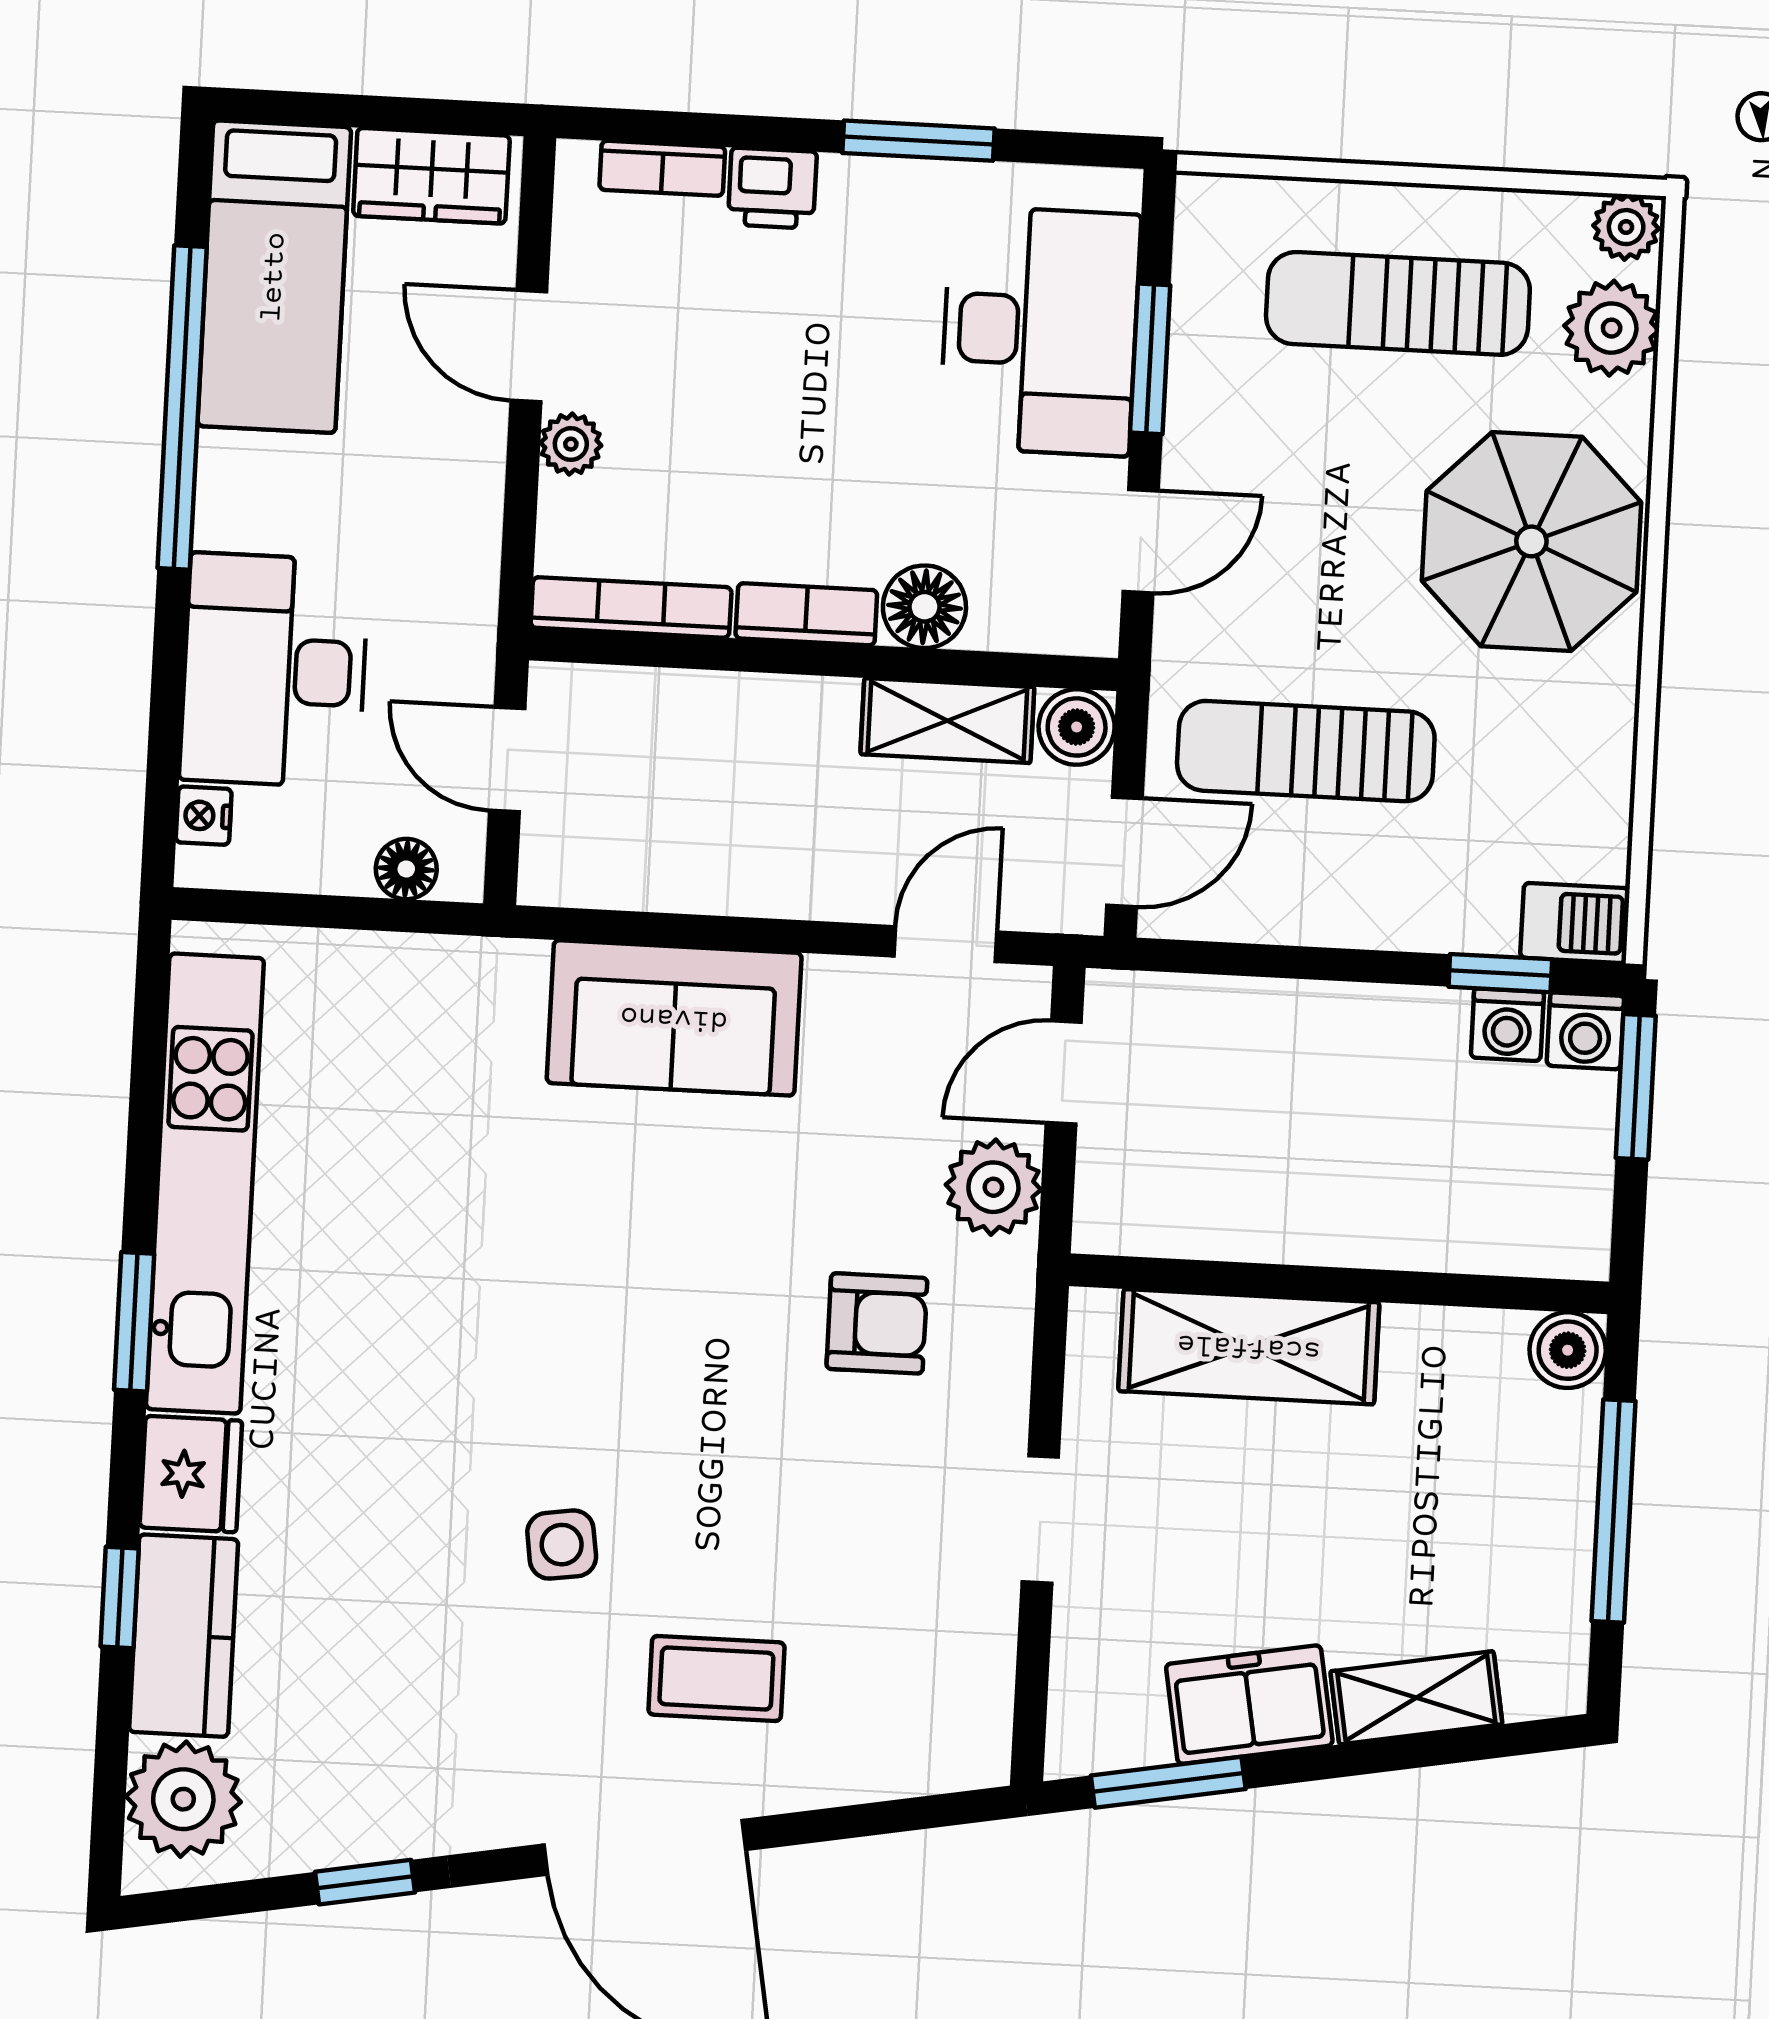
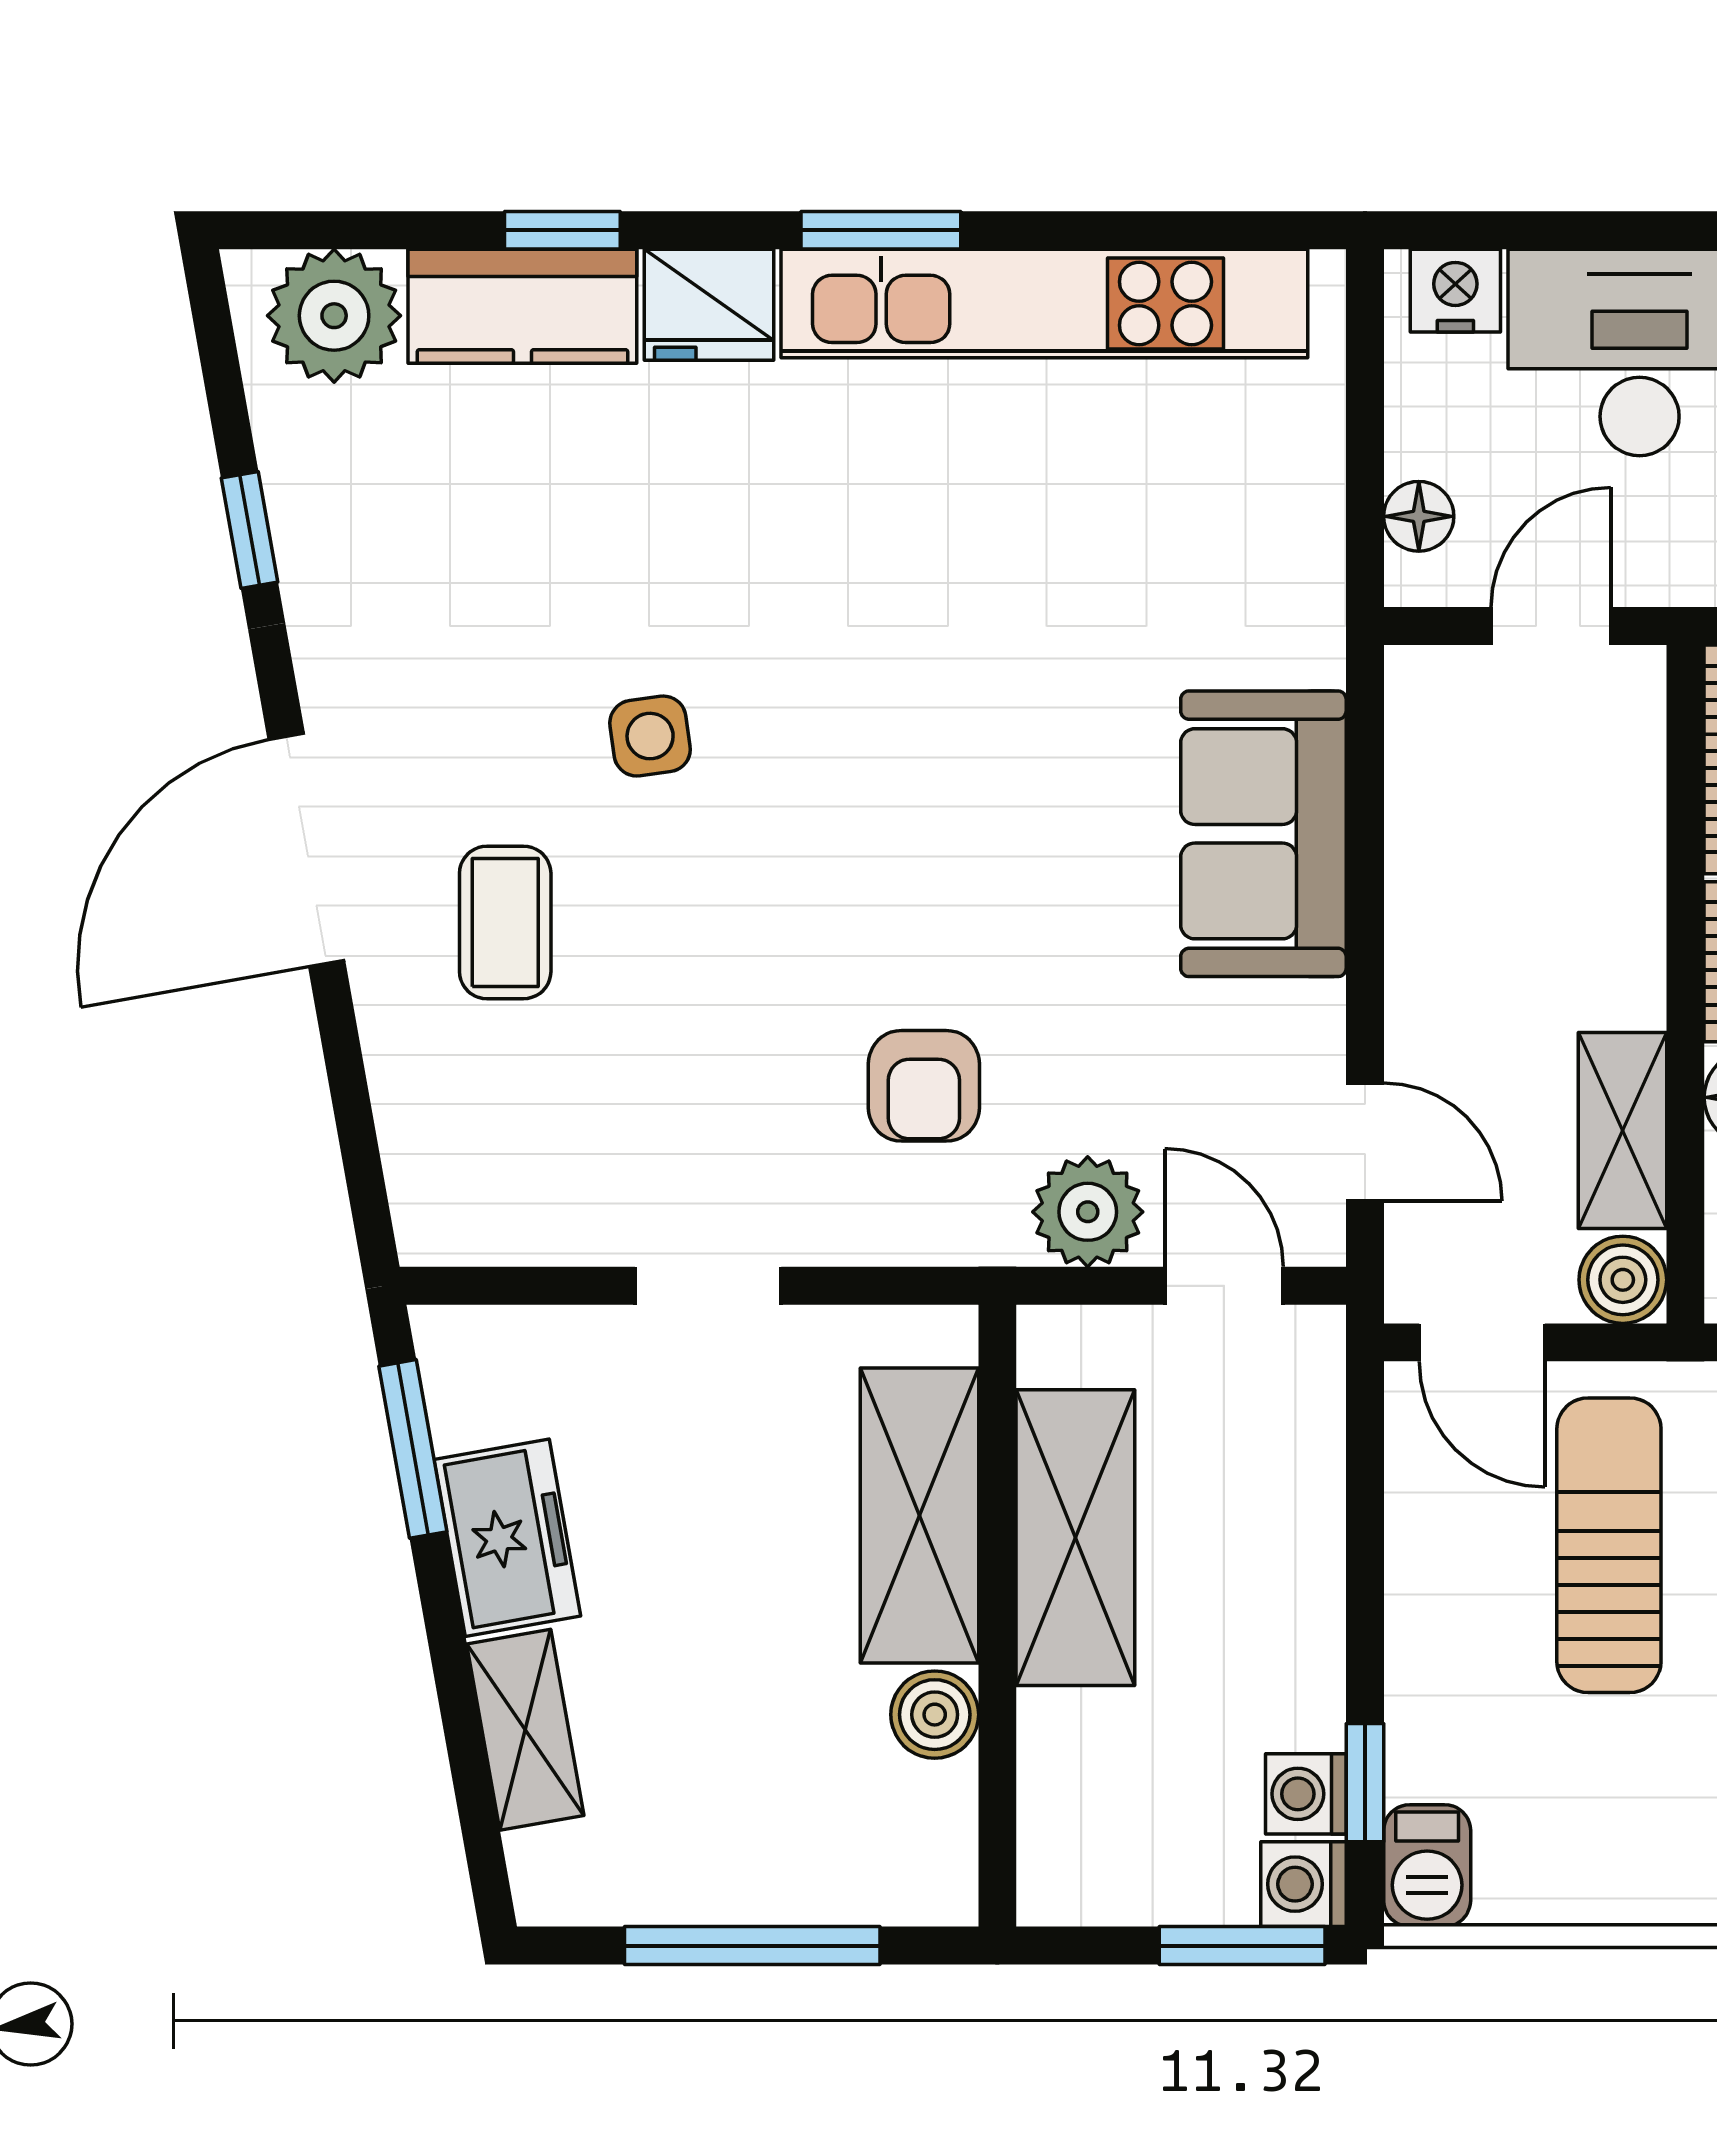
nightstand: (204, 816) -> (1455, 291), width x1.39, depth x1.35
shelving: (1275, 1213) -> (1075, 1538), added
boiler: (1568, 1350) -> (935, 1715), moved

